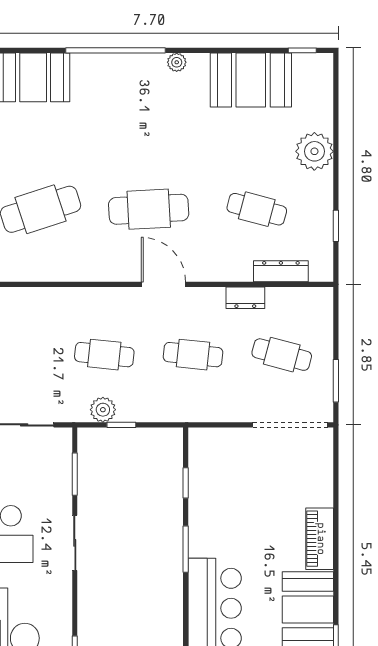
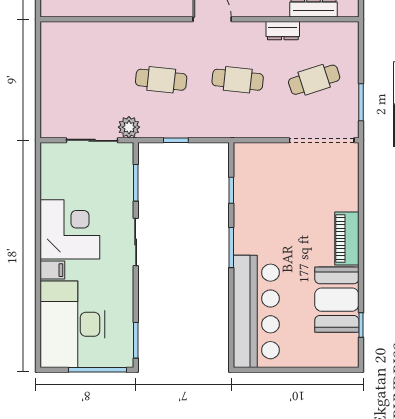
cafe table: (282, 355) -> (314, 80), turned -33
plant: (103, 410) -> (129, 127), moved

